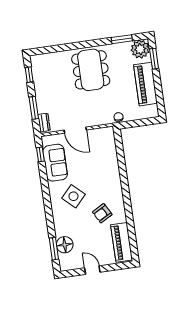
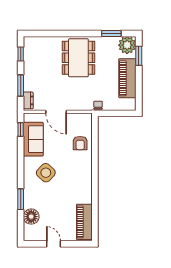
armchair: (102, 213) -> (80, 143), moved, turned -61
window: (54, 249) -> (21, 199), moved

